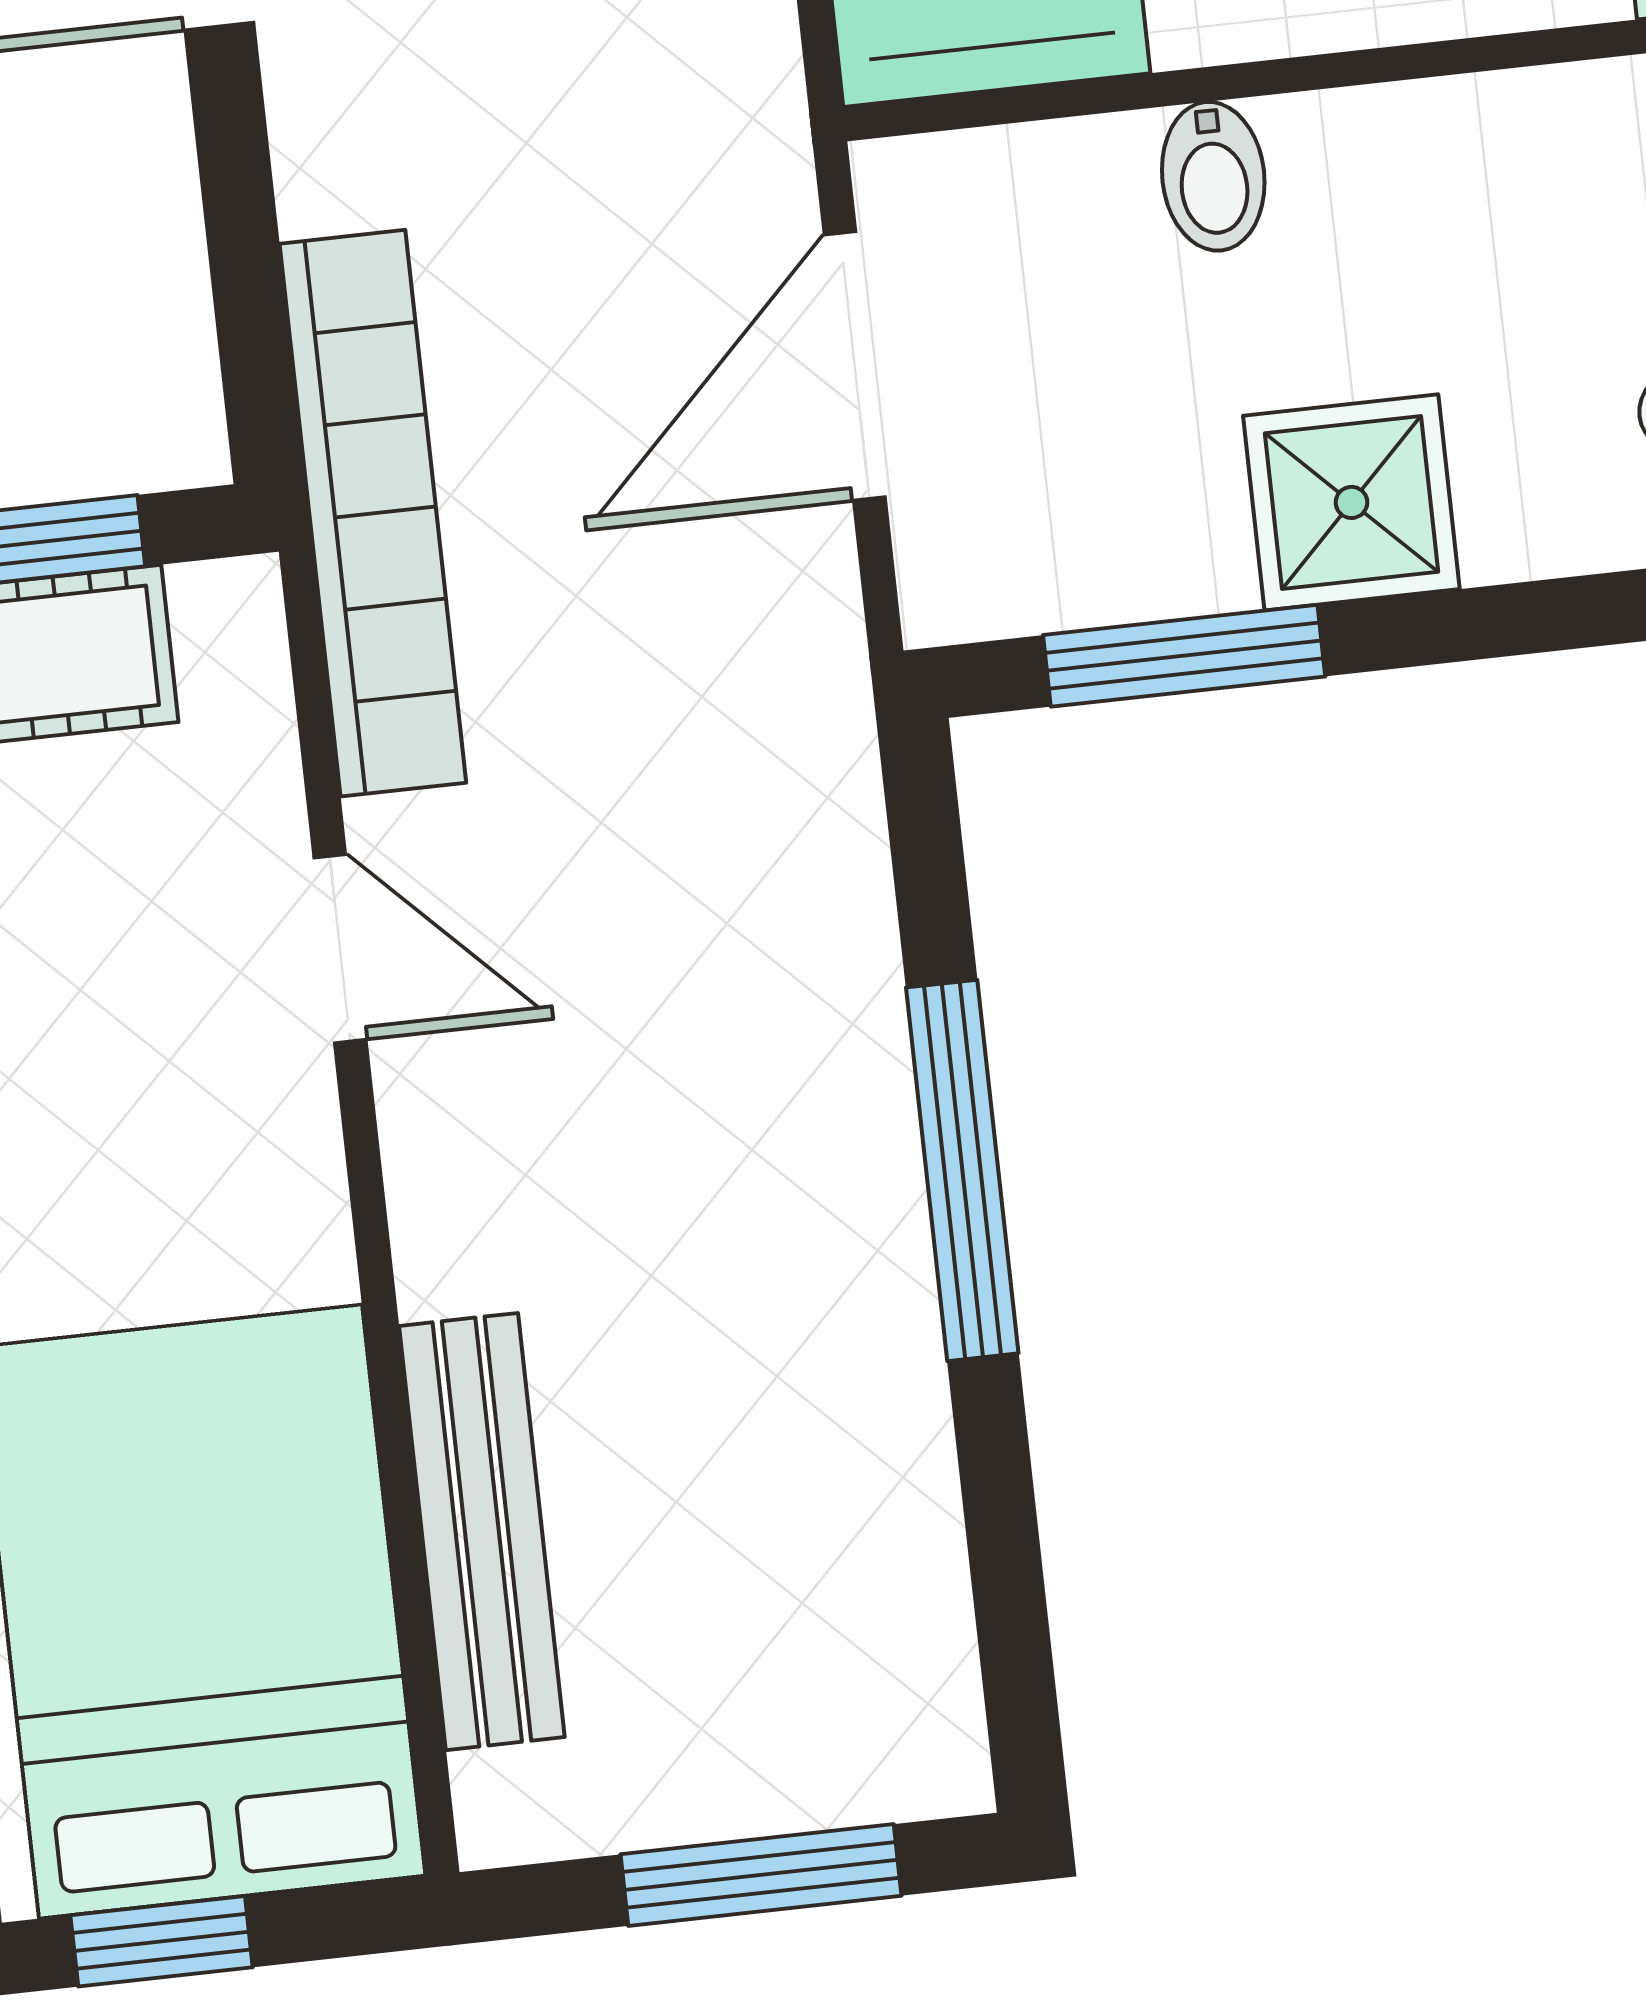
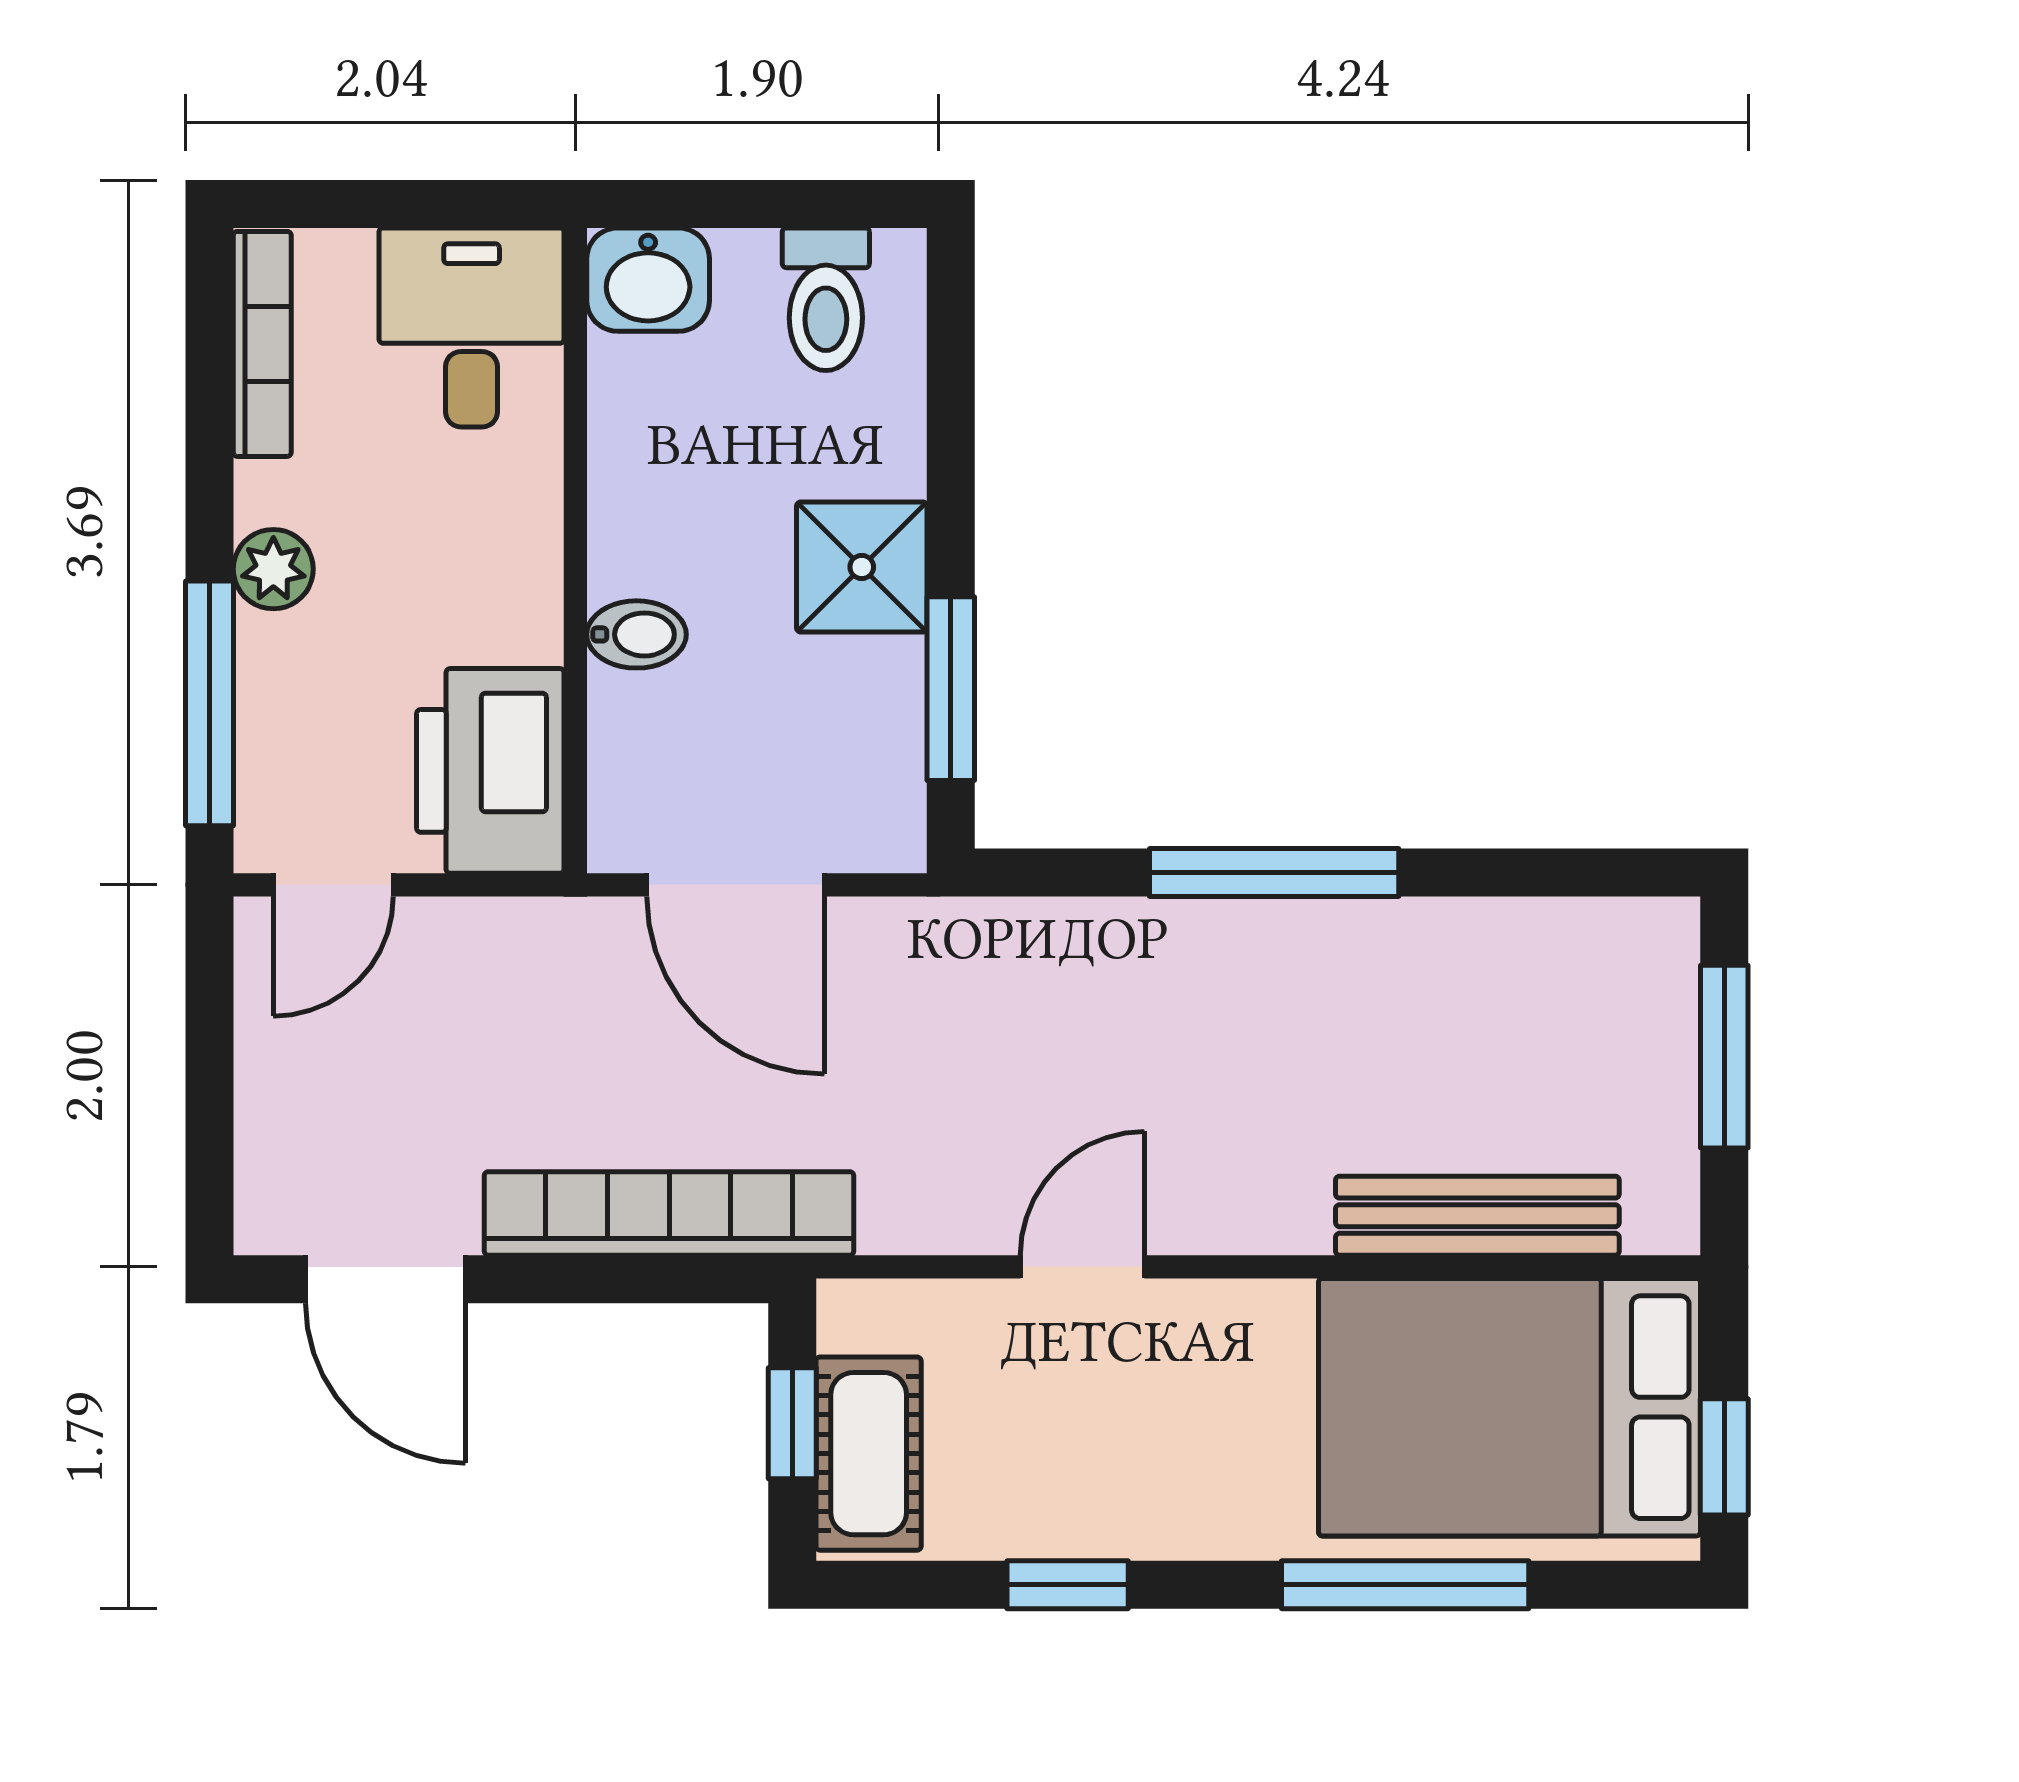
bookcase: (373, 513) -> (669, 1213), moved

